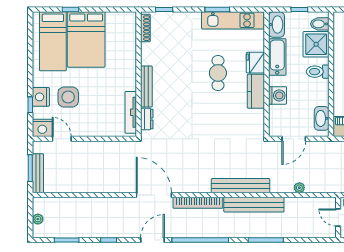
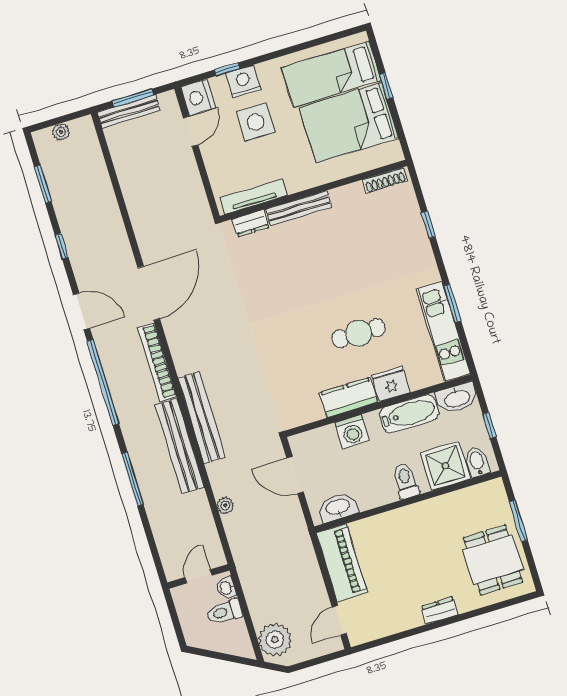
shoe rack: (145, 28) -> (385, 180), moved
wall: (139, 74) -> (313, 191), moved
bench: (146, 86) -> (299, 208), moved
tv unit: (131, 112) -> (253, 197), moved
dresser: (147, 119) -> (251, 223), moved

